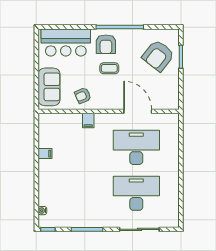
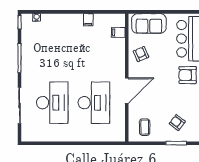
armchair: (158, 56) -> (177, 123), width x0.53, depth x0.53
coffee table: (109, 68) -> (145, 127), moved
door: (138, 111) -> (127, 91), moved
filing cabinet: (88, 121) -> (118, 32), moved

